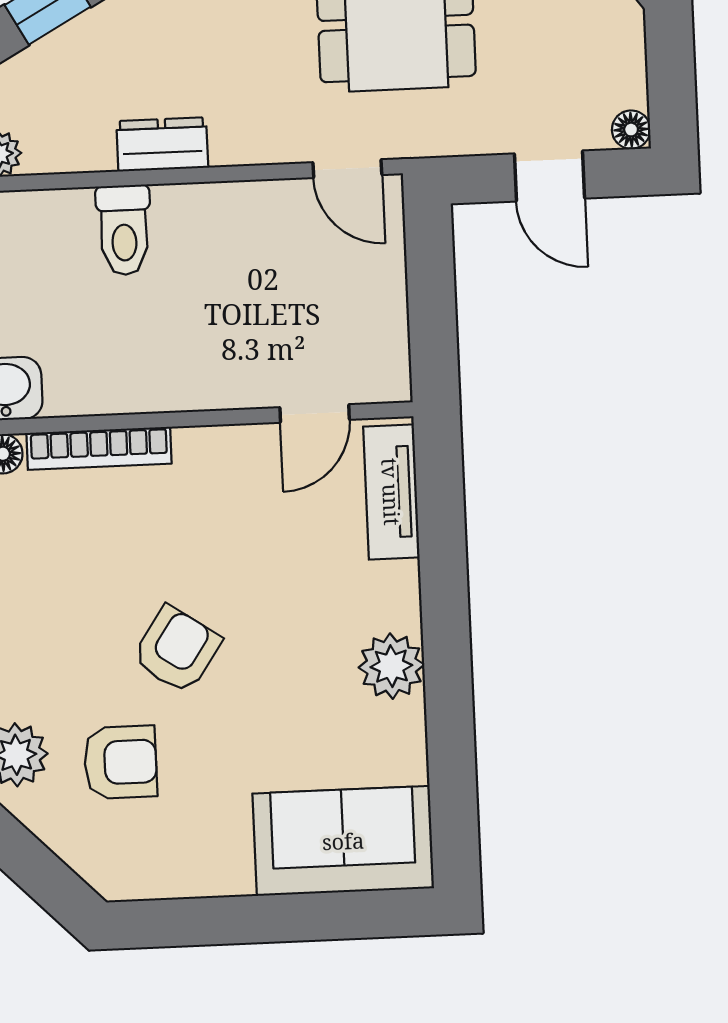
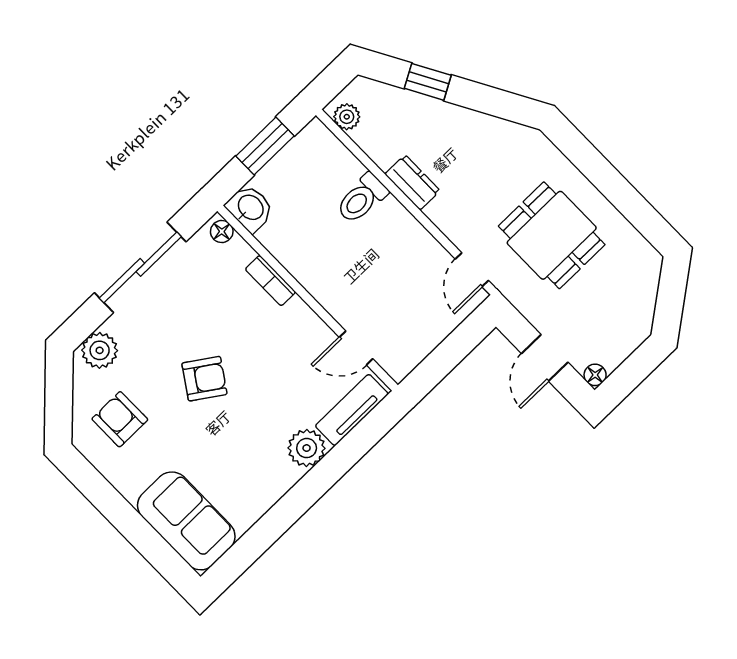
bookcase: (99, 448) -> (270, 281), width x0.64
plant: (391, 666) -> (307, 448), moved
armchair: (120, 762) -> (120, 419), moved, turned 180

